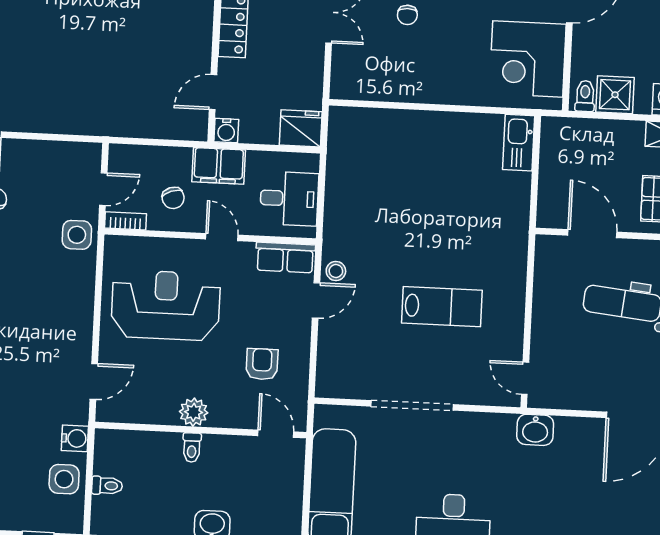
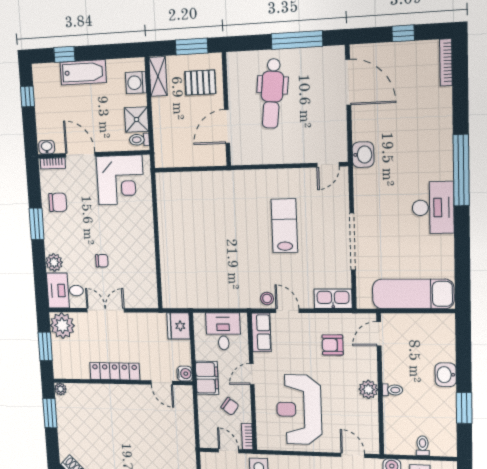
kitchen sink: (519, 143) -> (333, 299), moved, turned 180
chair: (173, 198) -> (230, 406), turned 56

